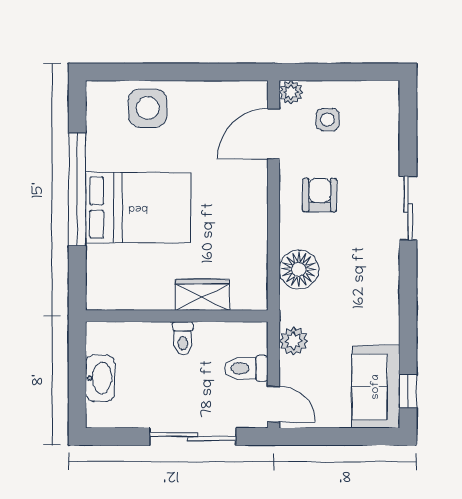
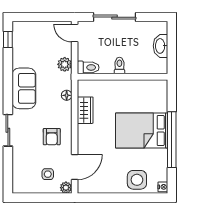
nightstand: (95, 94) -> (163, 187), added
floor lamp: (299, 269) -> (67, 95), width x0.53, depth x0.53
wardrobe: (203, 295) -> (85, 110), moved, turned -90
toilet: (246, 368) -> (88, 67), moved
sofa: (376, 387) -> (24, 88), moved

